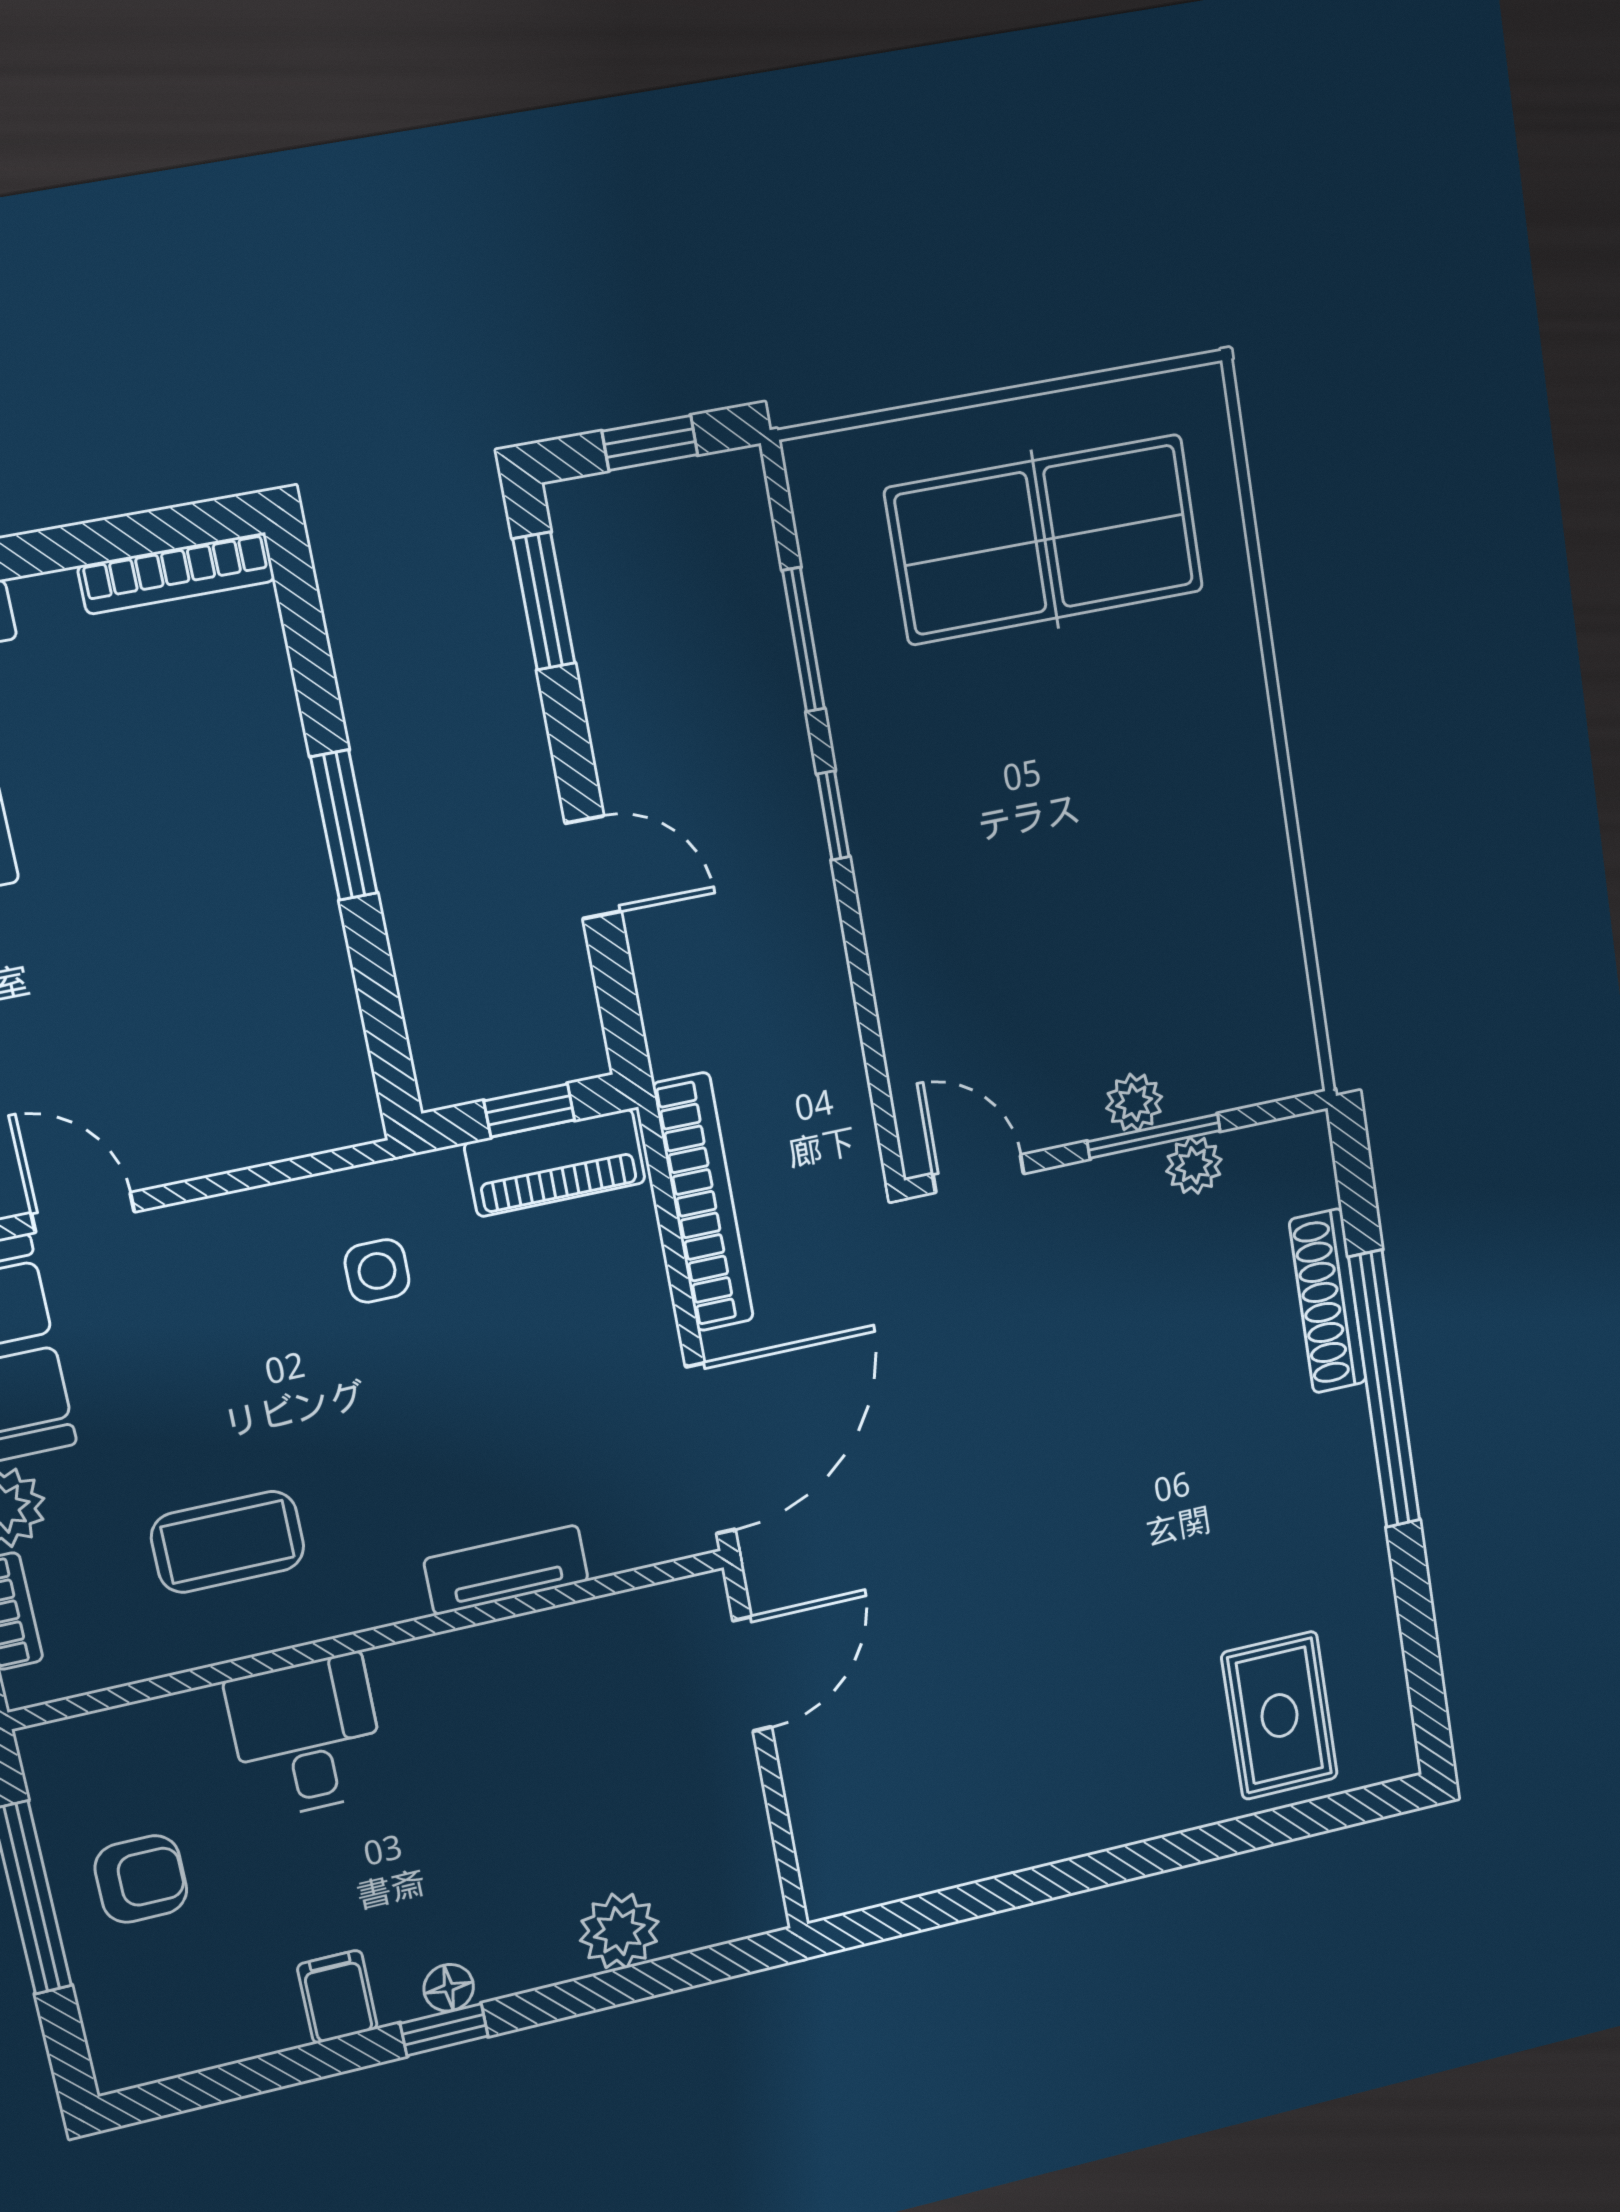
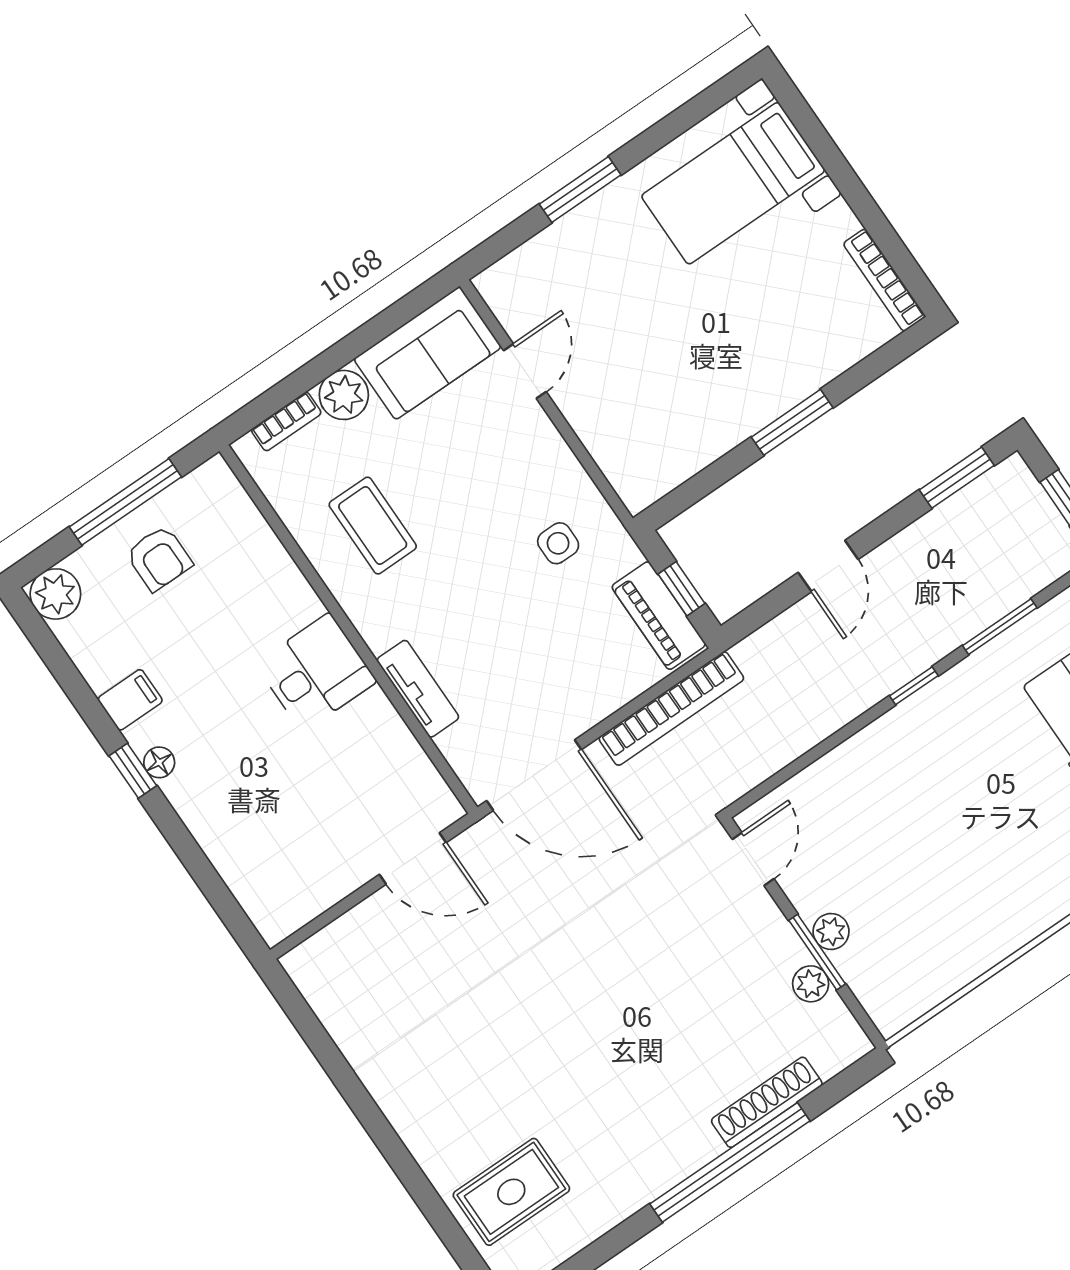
desk: (307, 1736) -> (316, 672), moved
plant: (619, 1931) -> (55, 594), moved

